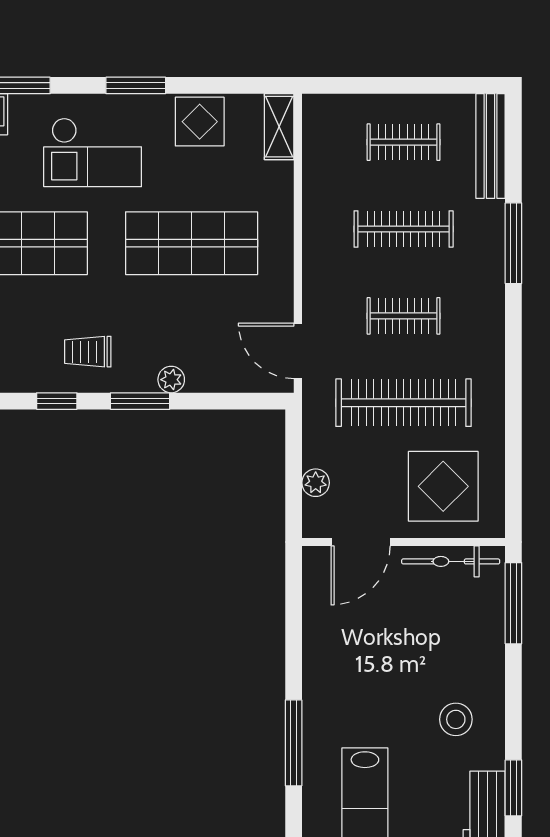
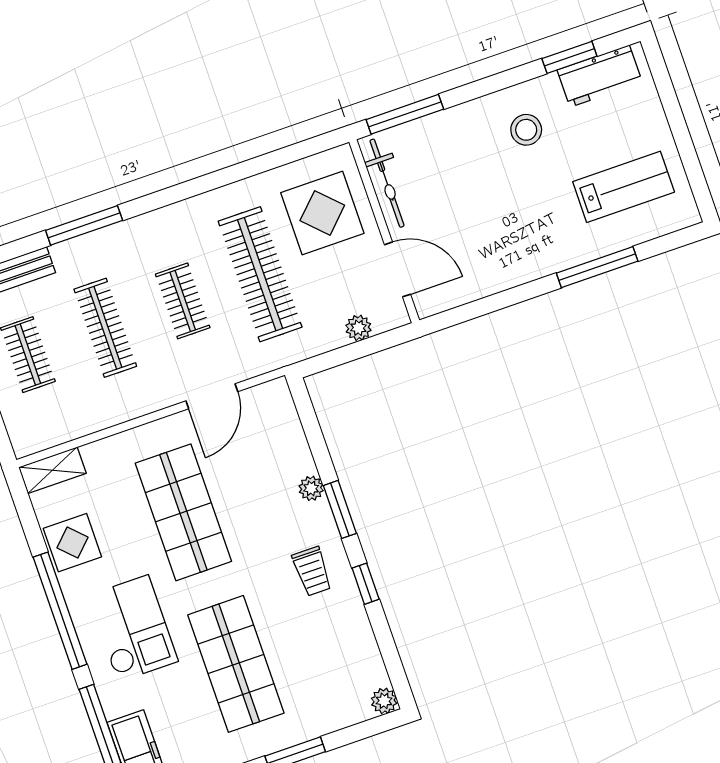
window: (136, 85) -> (60, 611), width x2.11
door: (298, 351) -> (212, 396), moved

